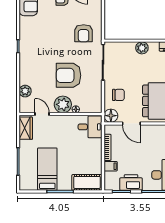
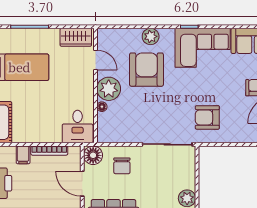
corner sofa: (33, 37) -> (203, 48), added
armchair: (69, 75) -> (146, 70), moved
plant: (25, 91) -> (151, 36), moved
door: (42, 114) -> (95, 60), hinge flipped
door: (131, 124) -> (82, 184), hinge flipped

